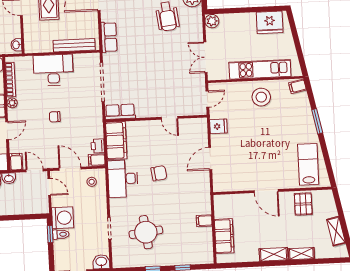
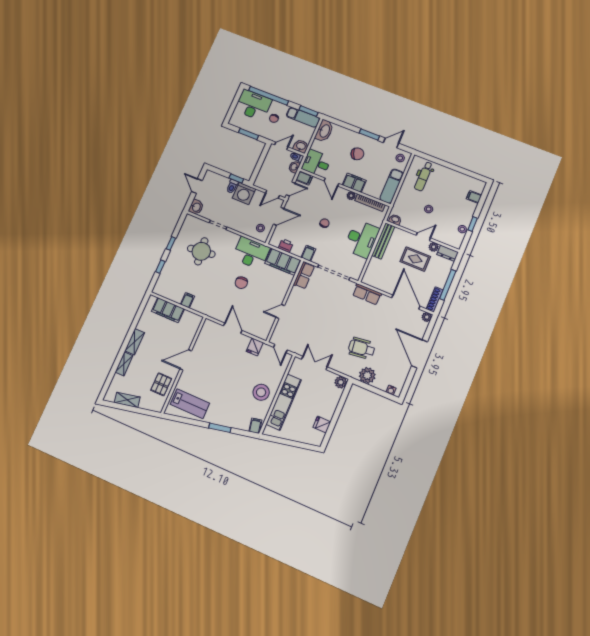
fridge: (270, 22) -> (322, 425), width x0.53, depth x0.75
bench: (74, 45) -> (383, 241), moved
filing cabinet: (97, 160) -> (308, 253), moved
pallet: (303, 204) -> (161, 384), turned 90

